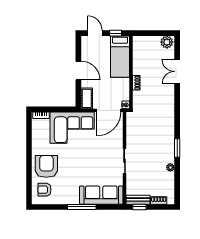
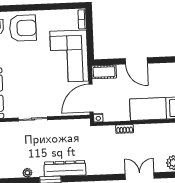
door: (78, 70) -> (136, 61), hinge flipped
door: (109, 110) -> (91, 98), hinge flipped
dresser: (168, 135) -> (65, 169), added

